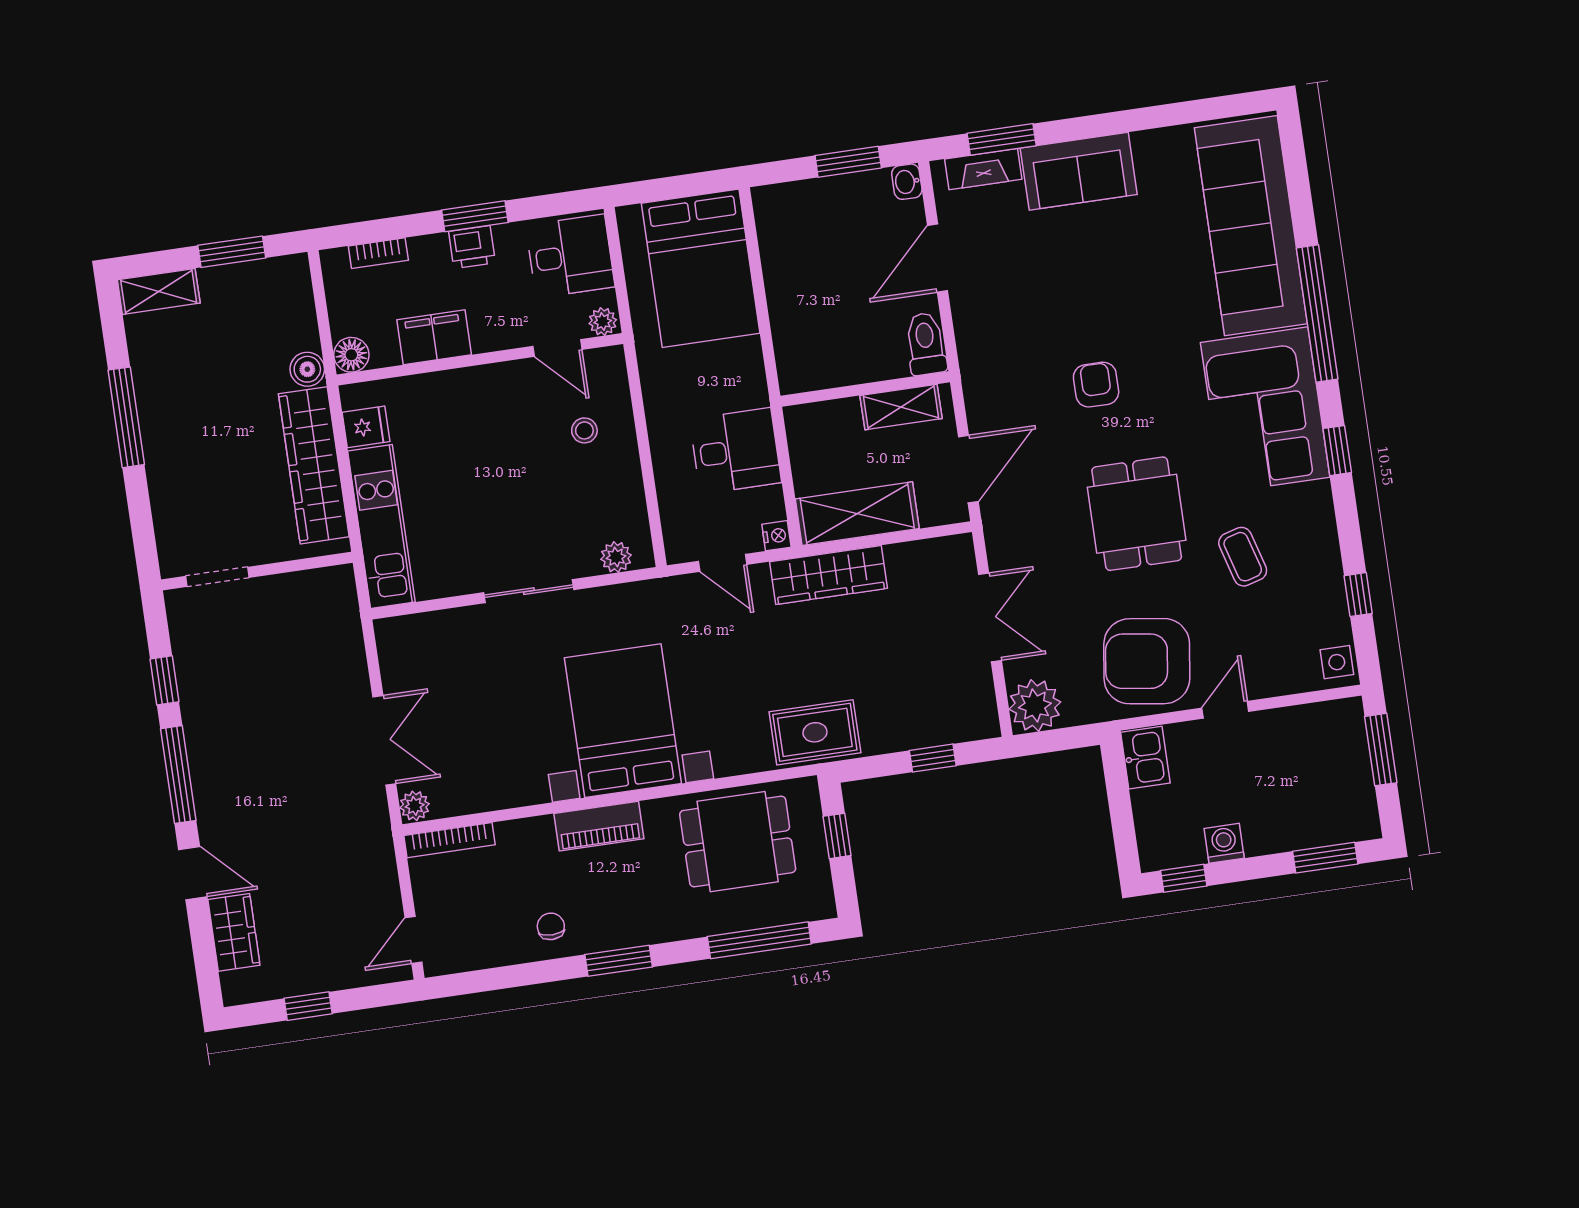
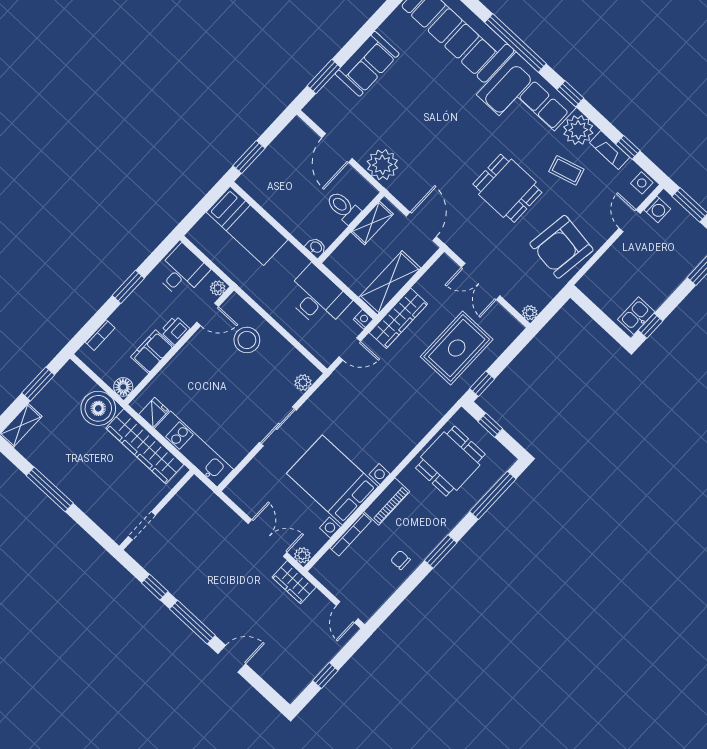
window: (848, 162) -> (249, 157), moved
fireplace: (983, 169) -> (610, 150), moved, turned 90
washbasin: (907, 182) -> (316, 247), moved, turned 180
printer: (472, 247) -> (175, 330), moved, turned 180
bed: (701, 268) -> (247, 226), width x0.67
plant: (984, 335) -> (382, 165), added
toilet: (926, 344) -> (343, 207), moved
boiler: (307, 369) -> (98, 408), width x1.86, depth x1.86
armchair: (1096, 385) -> (447, 148), removed
stool: (584, 430) -> (247, 340), width x1.89, depth x1.89
desk: (735, 451) -> (317, 297), width x1.37
plant: (1307, 512) -> (578, 130), added
double door: (990, 617) -> (481, 281), swing flipped
plant: (1035, 706) -> (530, 313), width x0.53, depth x0.53
door: (1225, 710) -> (630, 221), moved
bed with nightstands: (623, 721) -> (332, 480), moved
rug: (815, 732) -> (457, 348), moved, width x1.36, depth x1.43
window: (933, 758) -> (482, 384), moved
kitchen sink: (1145, 758) -> (636, 316), moved, turned -90
bookcase: (449, 840) -> (351, 534), moved
washing machine: (1224, 843) -> (657, 209), moved, turned 180
wardrobe: (234, 932) -> (294, 582), moved, turned 180

